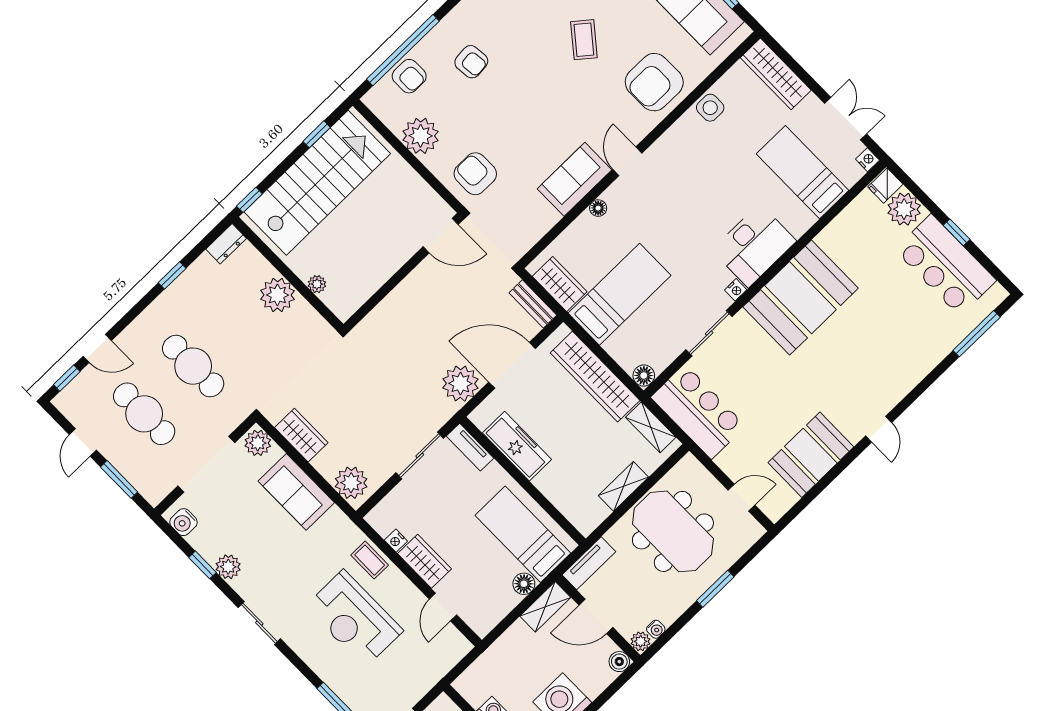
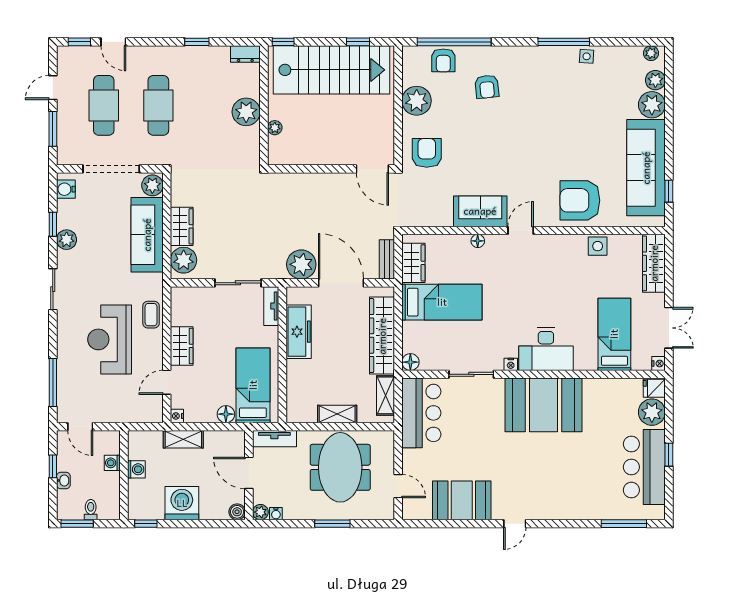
coffee table: (584, 40) -> (563, 137), removed
wardrobe: (301, 435) -> (182, 226), moved
sofa: (296, 492) -> (147, 235), width x1.36
nightstand: (396, 541) -> (177, 416), moved
shelving: (545, 607) -> (183, 439), moved

